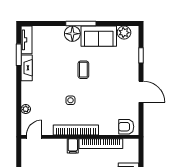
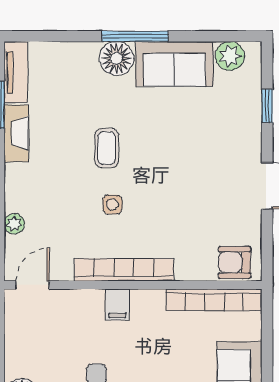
coffee table: (83, 70) -> (107, 148), moved
bookcase: (101, 144) -> (214, 300), moved

